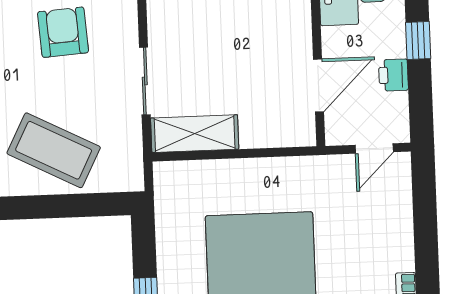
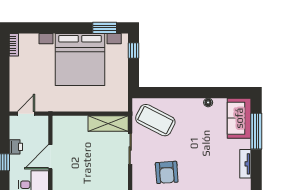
door: (318, 85) -> (50, 157), moved
coffee table: (54, 150) -> (155, 120), moved

